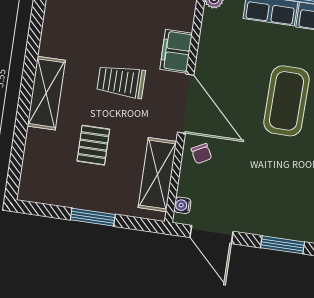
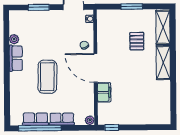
trolley: (121, 82) -> (128, 74), removed
shelving: (157, 175) -> (163, 27), moved

